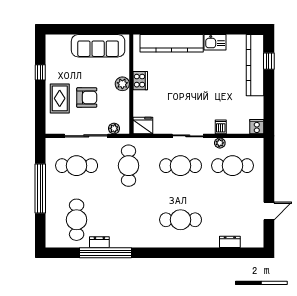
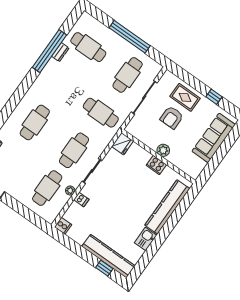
sofa: (98, 46) -> (214, 138), moved
plant: (114, 128) -> (135, 121), removed

